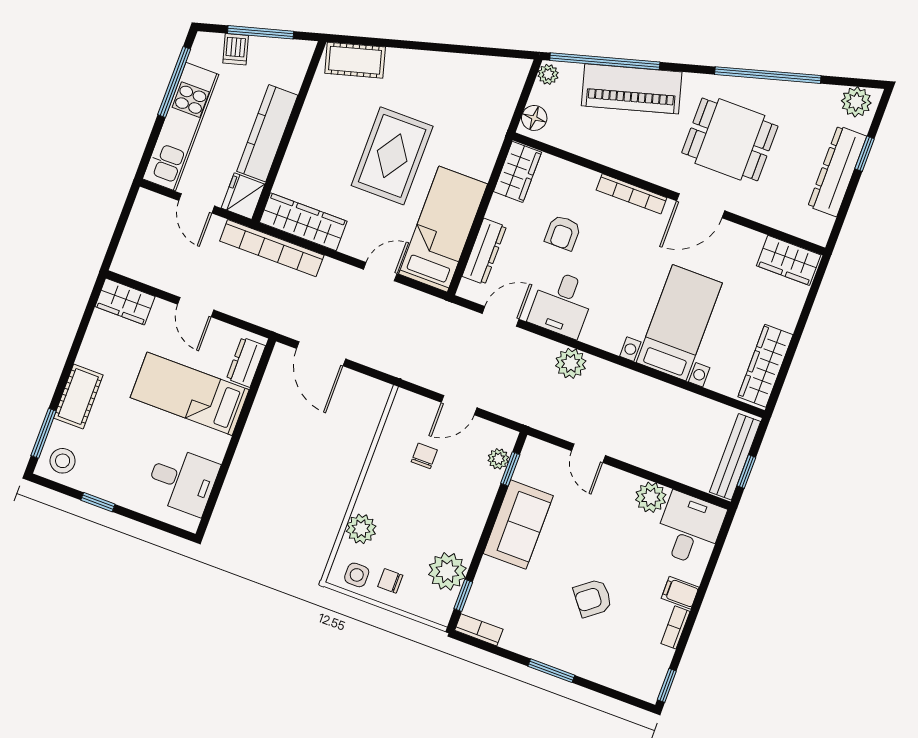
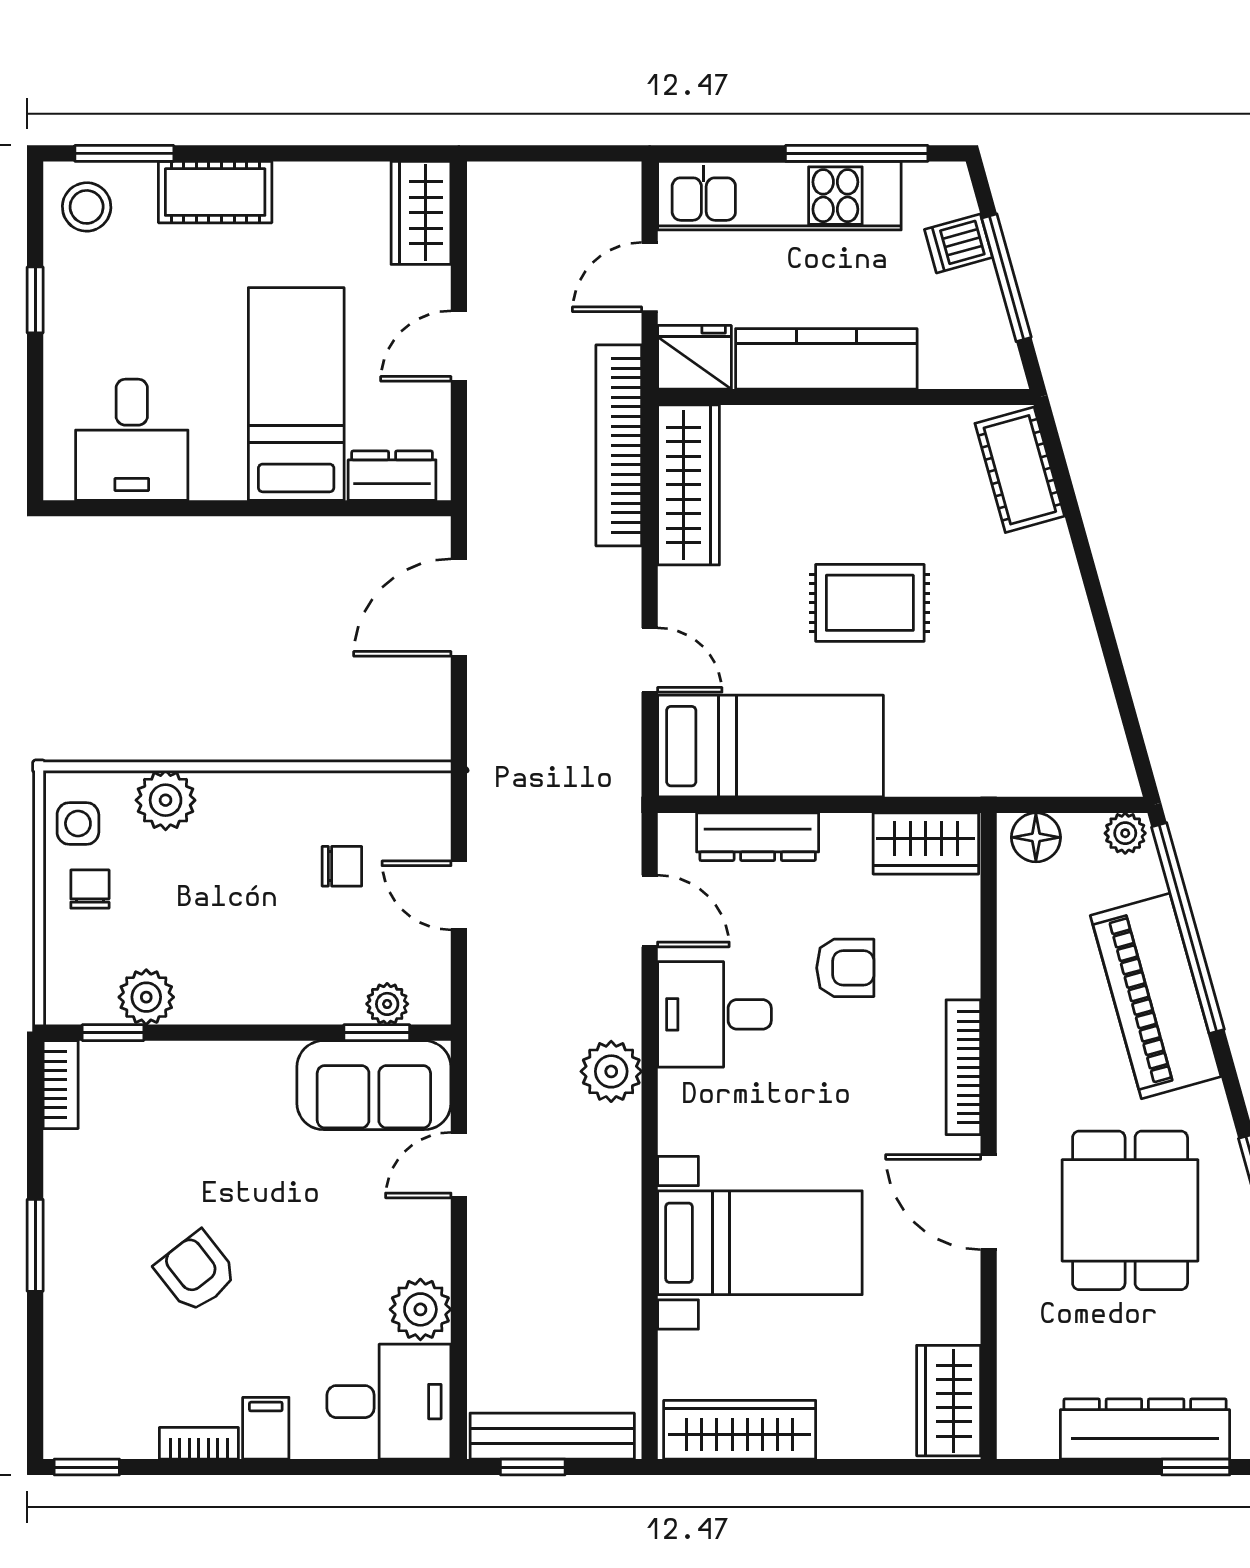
rug: (392, 156) -> (870, 603), width x0.73, depth x0.70
armchair: (563, 233) -> (845, 968), turned 180
sofa: (518, 525) -> (374, 1085), moved
plant: (447, 571) -> (146, 997), width x0.73, depth x0.73

